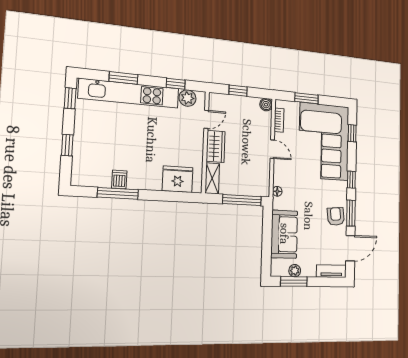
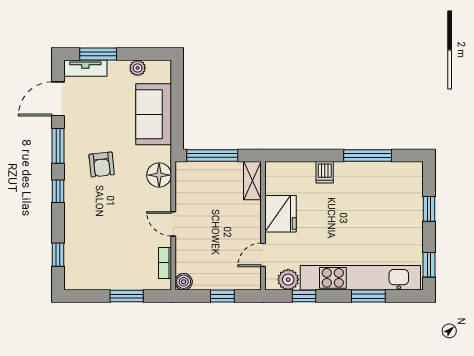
corner sofa: (324, 142) -> (100, 240), removed
wardrobe: (216, 146) -> (250, 221), removed
dishwasher: (119, 179) -> (325, 172), moved
fridge: (178, 179) -> (281, 214), moved, turned -90
floor lamp: (277, 191) -> (159, 175), width x1.89, depth x1.89
armchair: (336, 216) -> (102, 164), moved
window: (294, 281) -> (98, 54), moved

